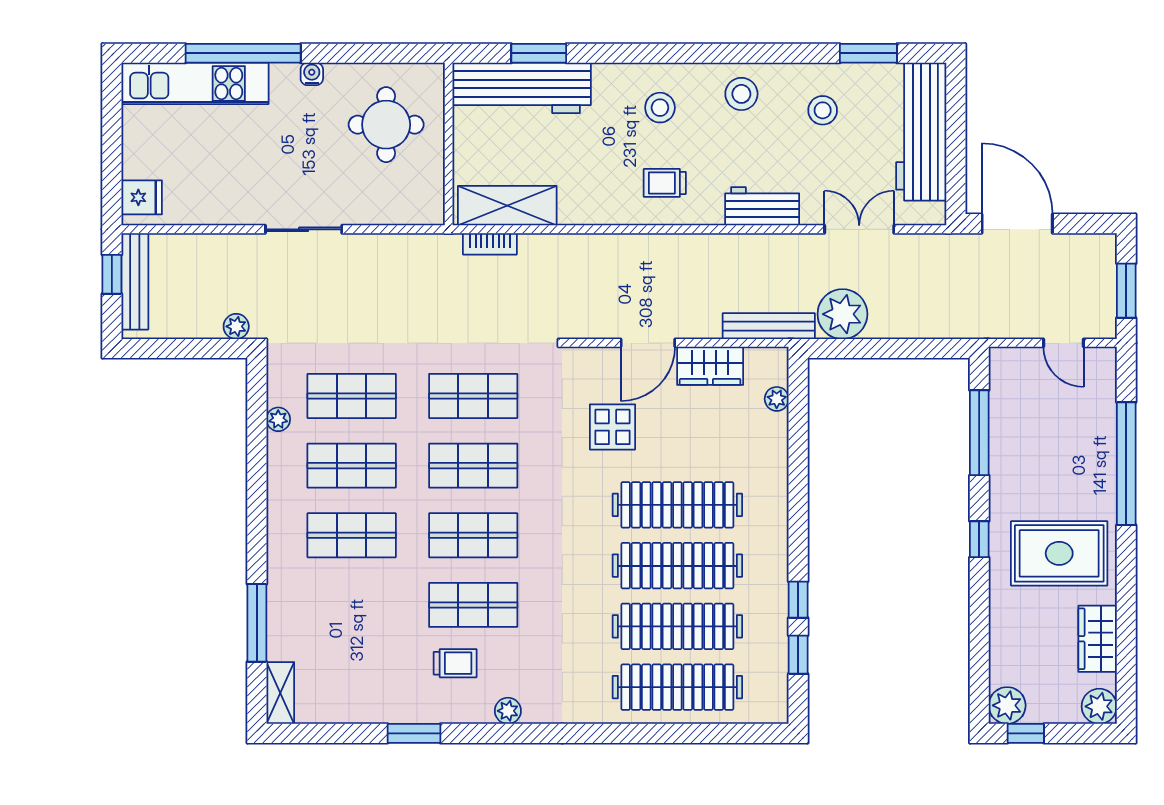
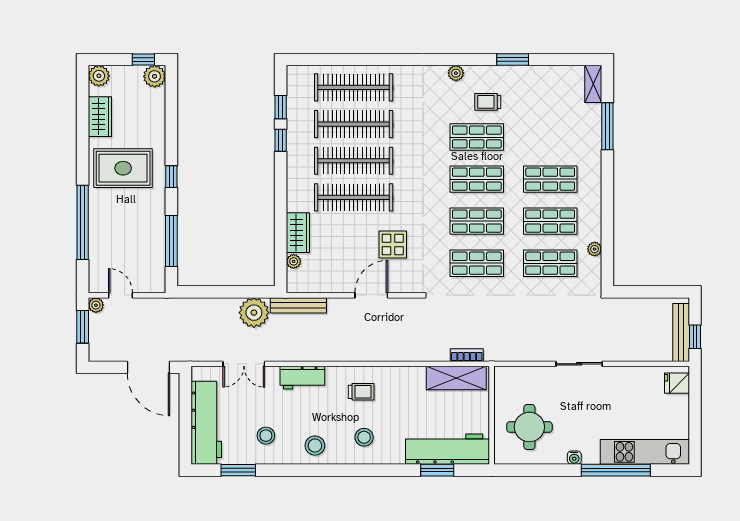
plant: (236, 326) -> (96, 305), moved
wardrobe: (710, 366) -> (298, 233), moved, turned 90

